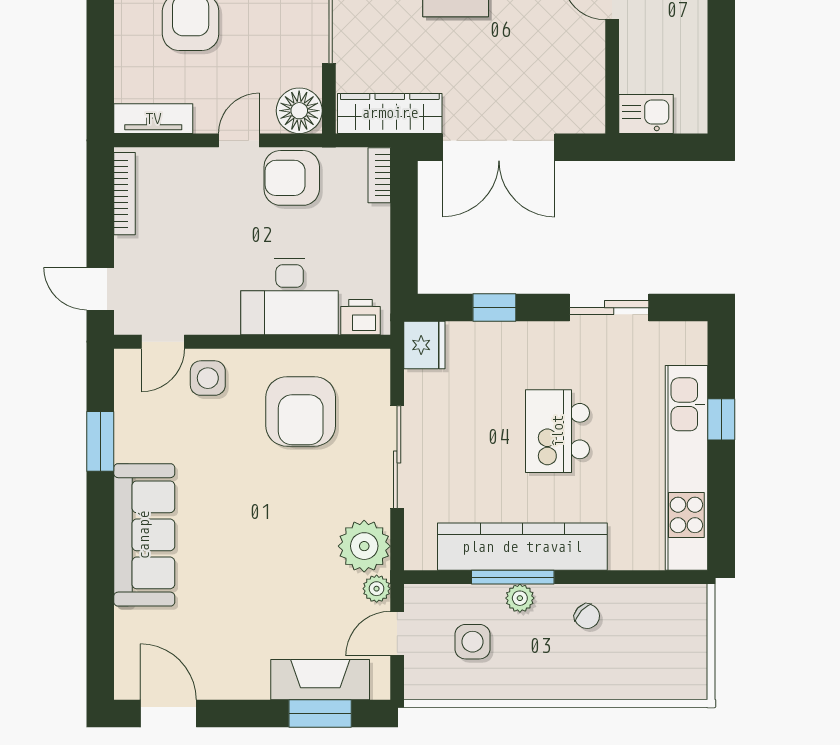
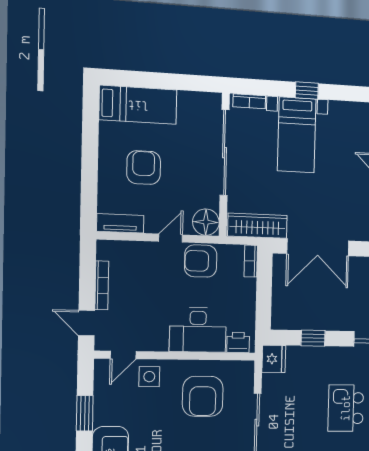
bookcase: (124, 194) -> (102, 285), moved

